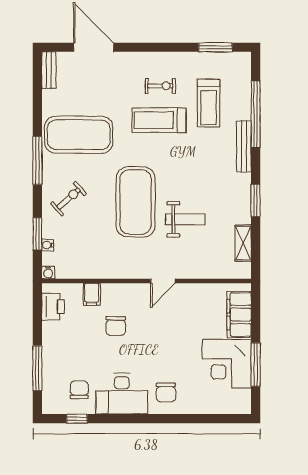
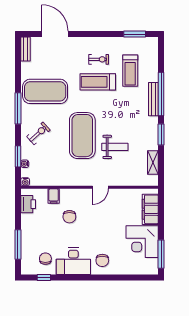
window: (256, 114) -> (161, 94), moved
window: (256, 365) -> (161, 254), moved

